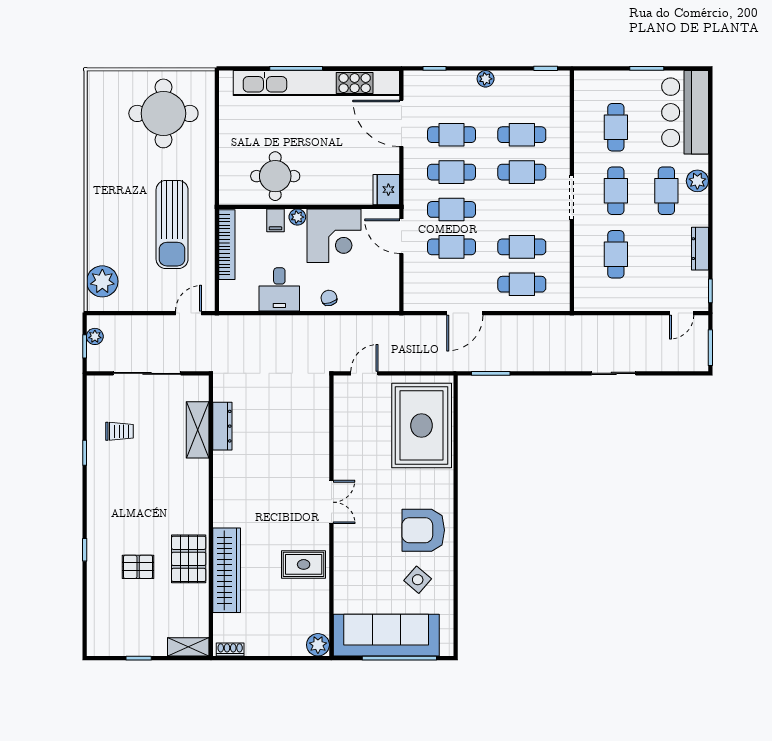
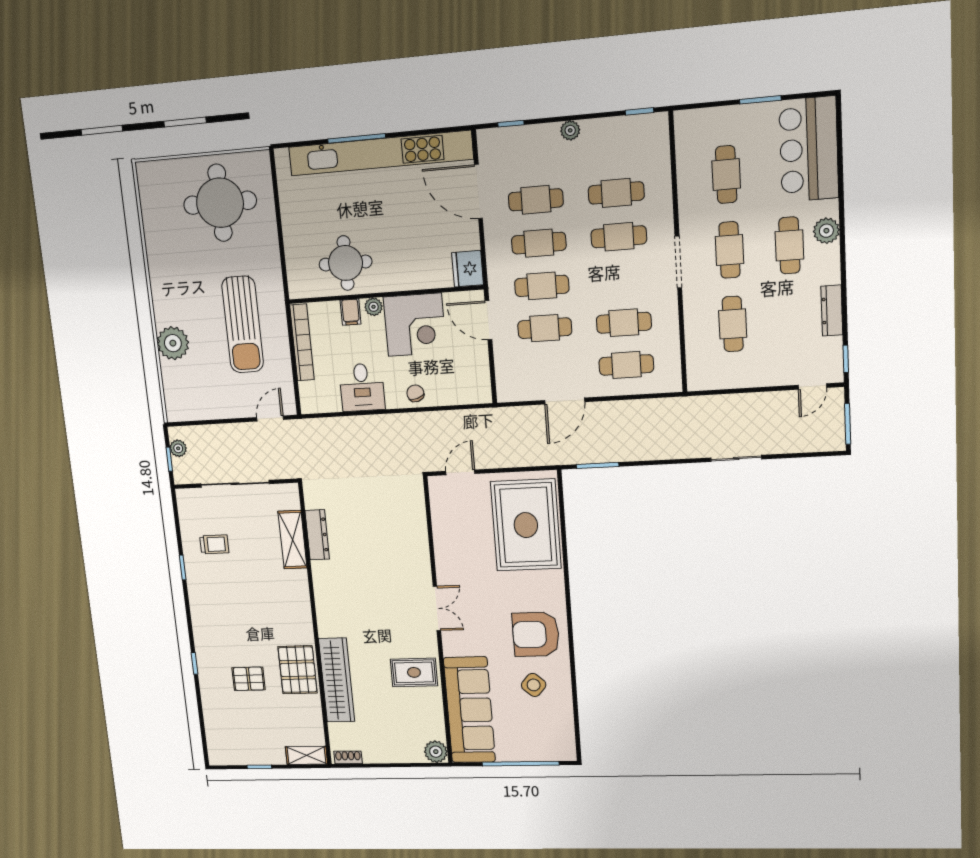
plant: (102, 281) -> (173, 343), moved
sofa: (386, 635) -> (469, 710), moved, turned 90

